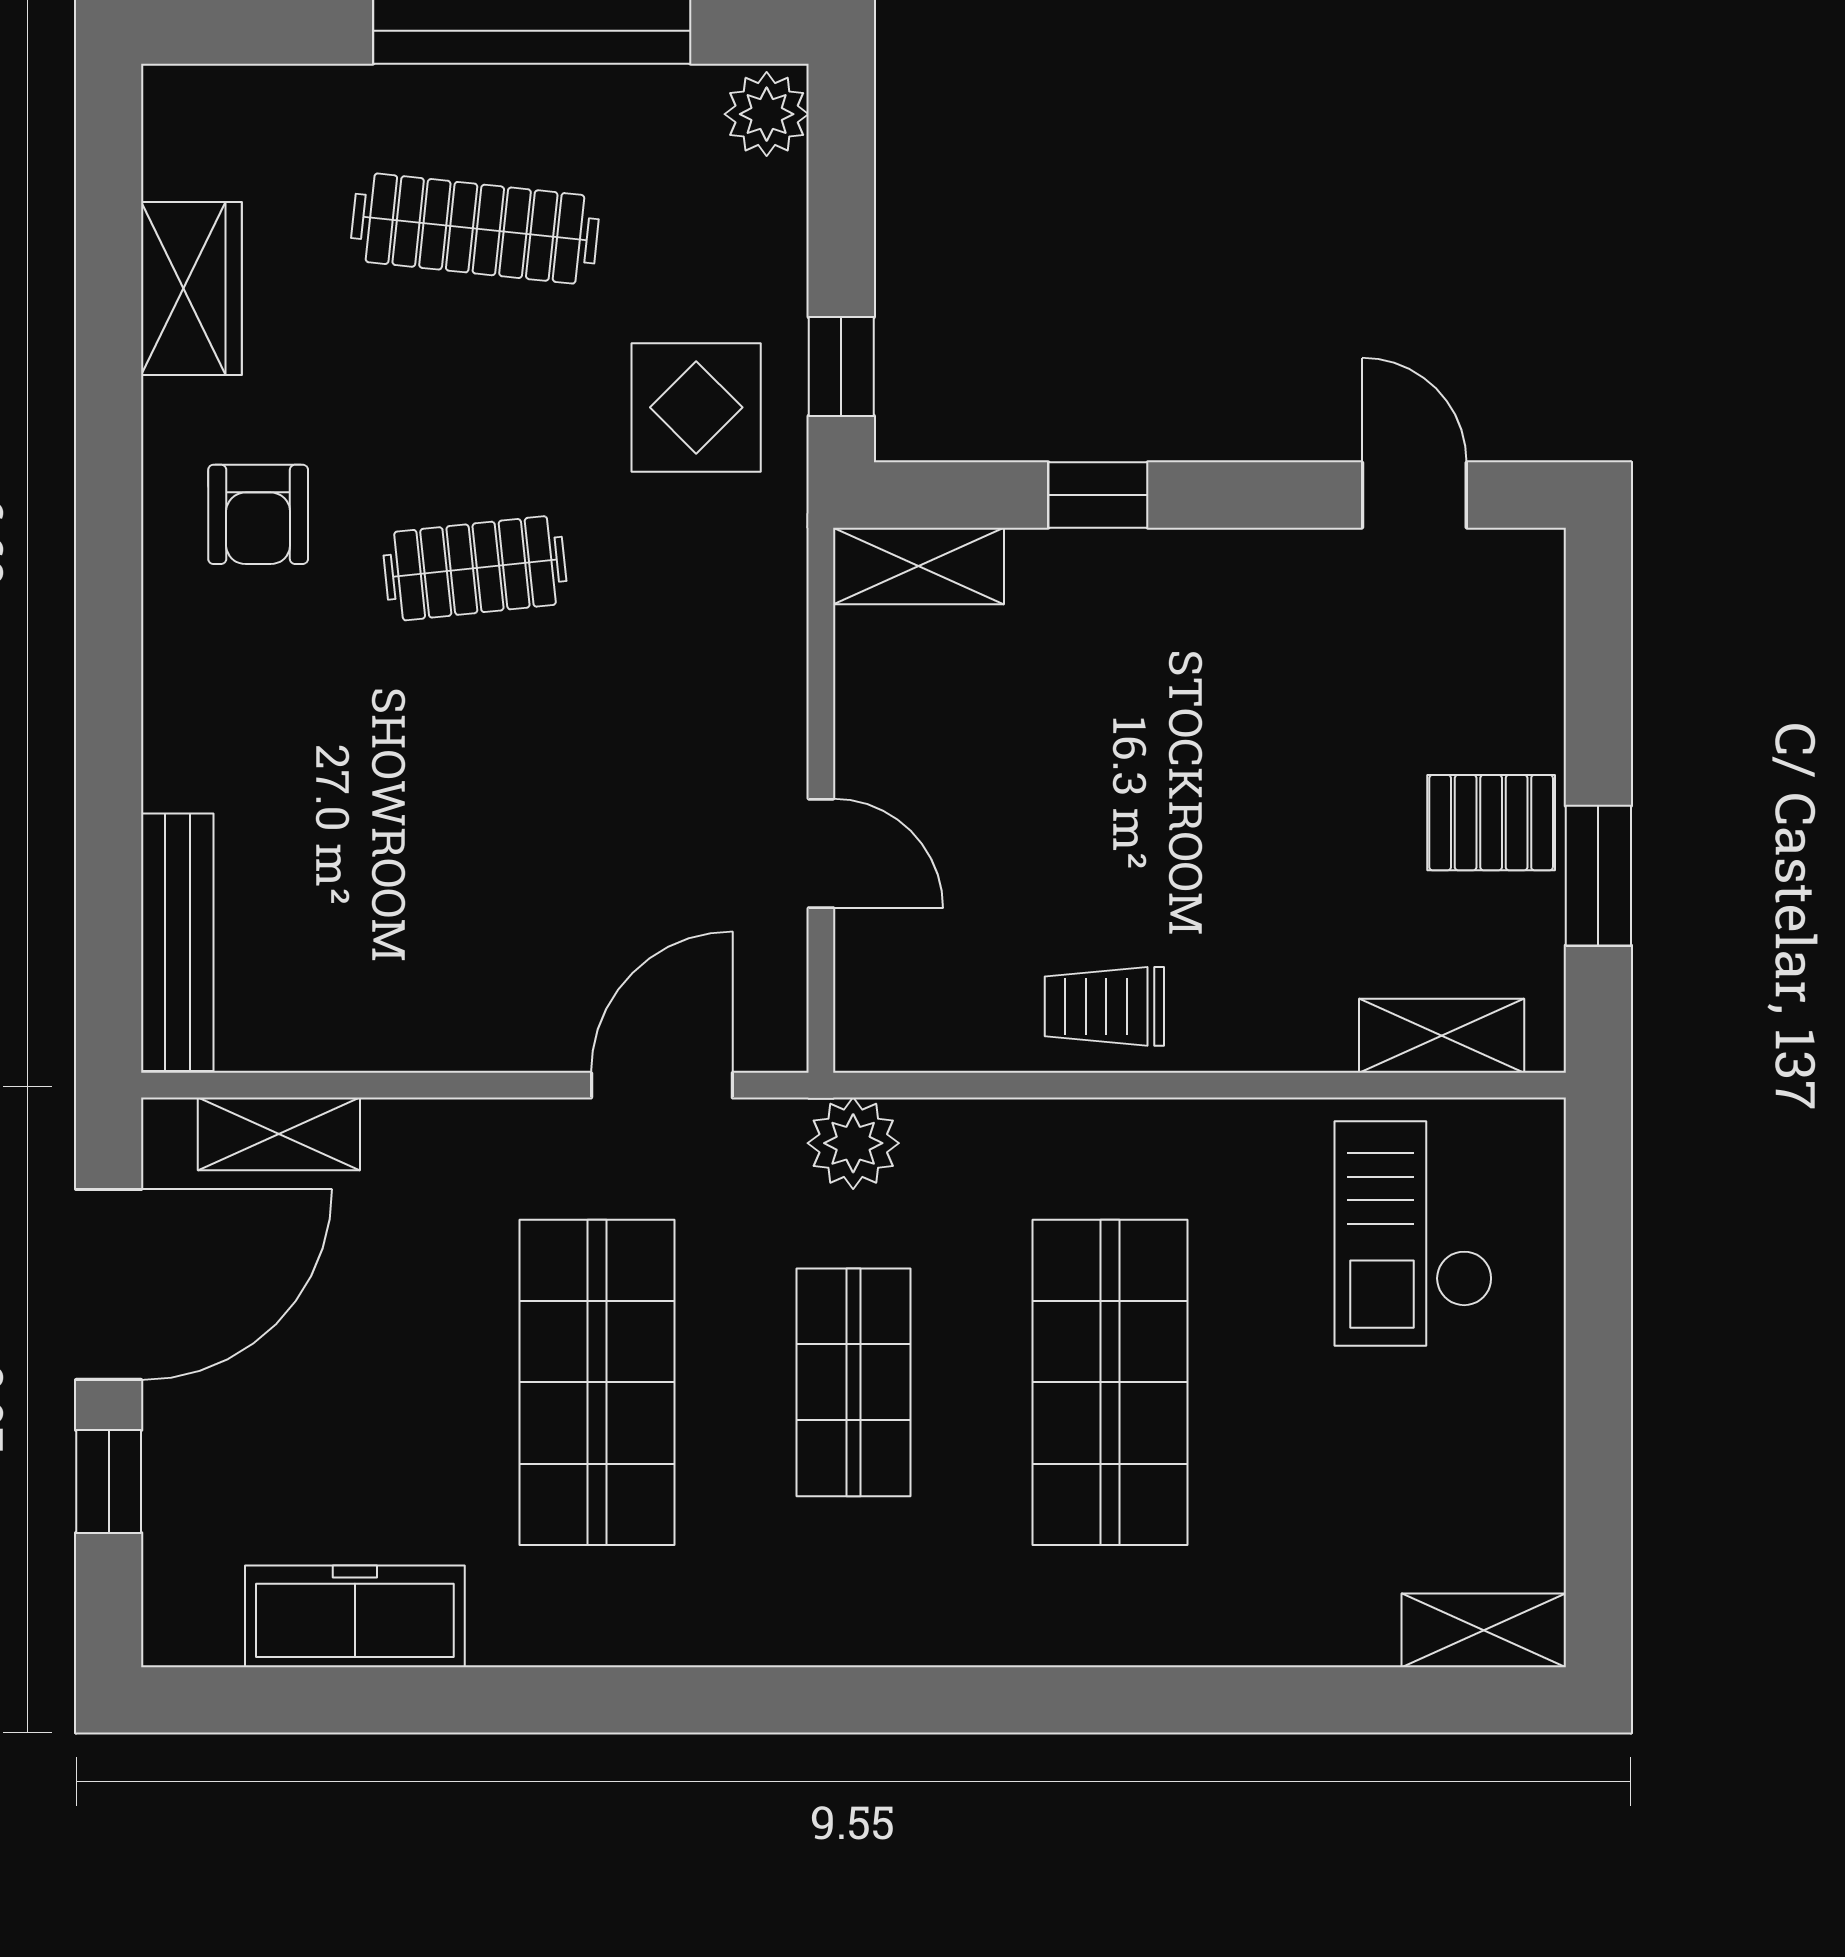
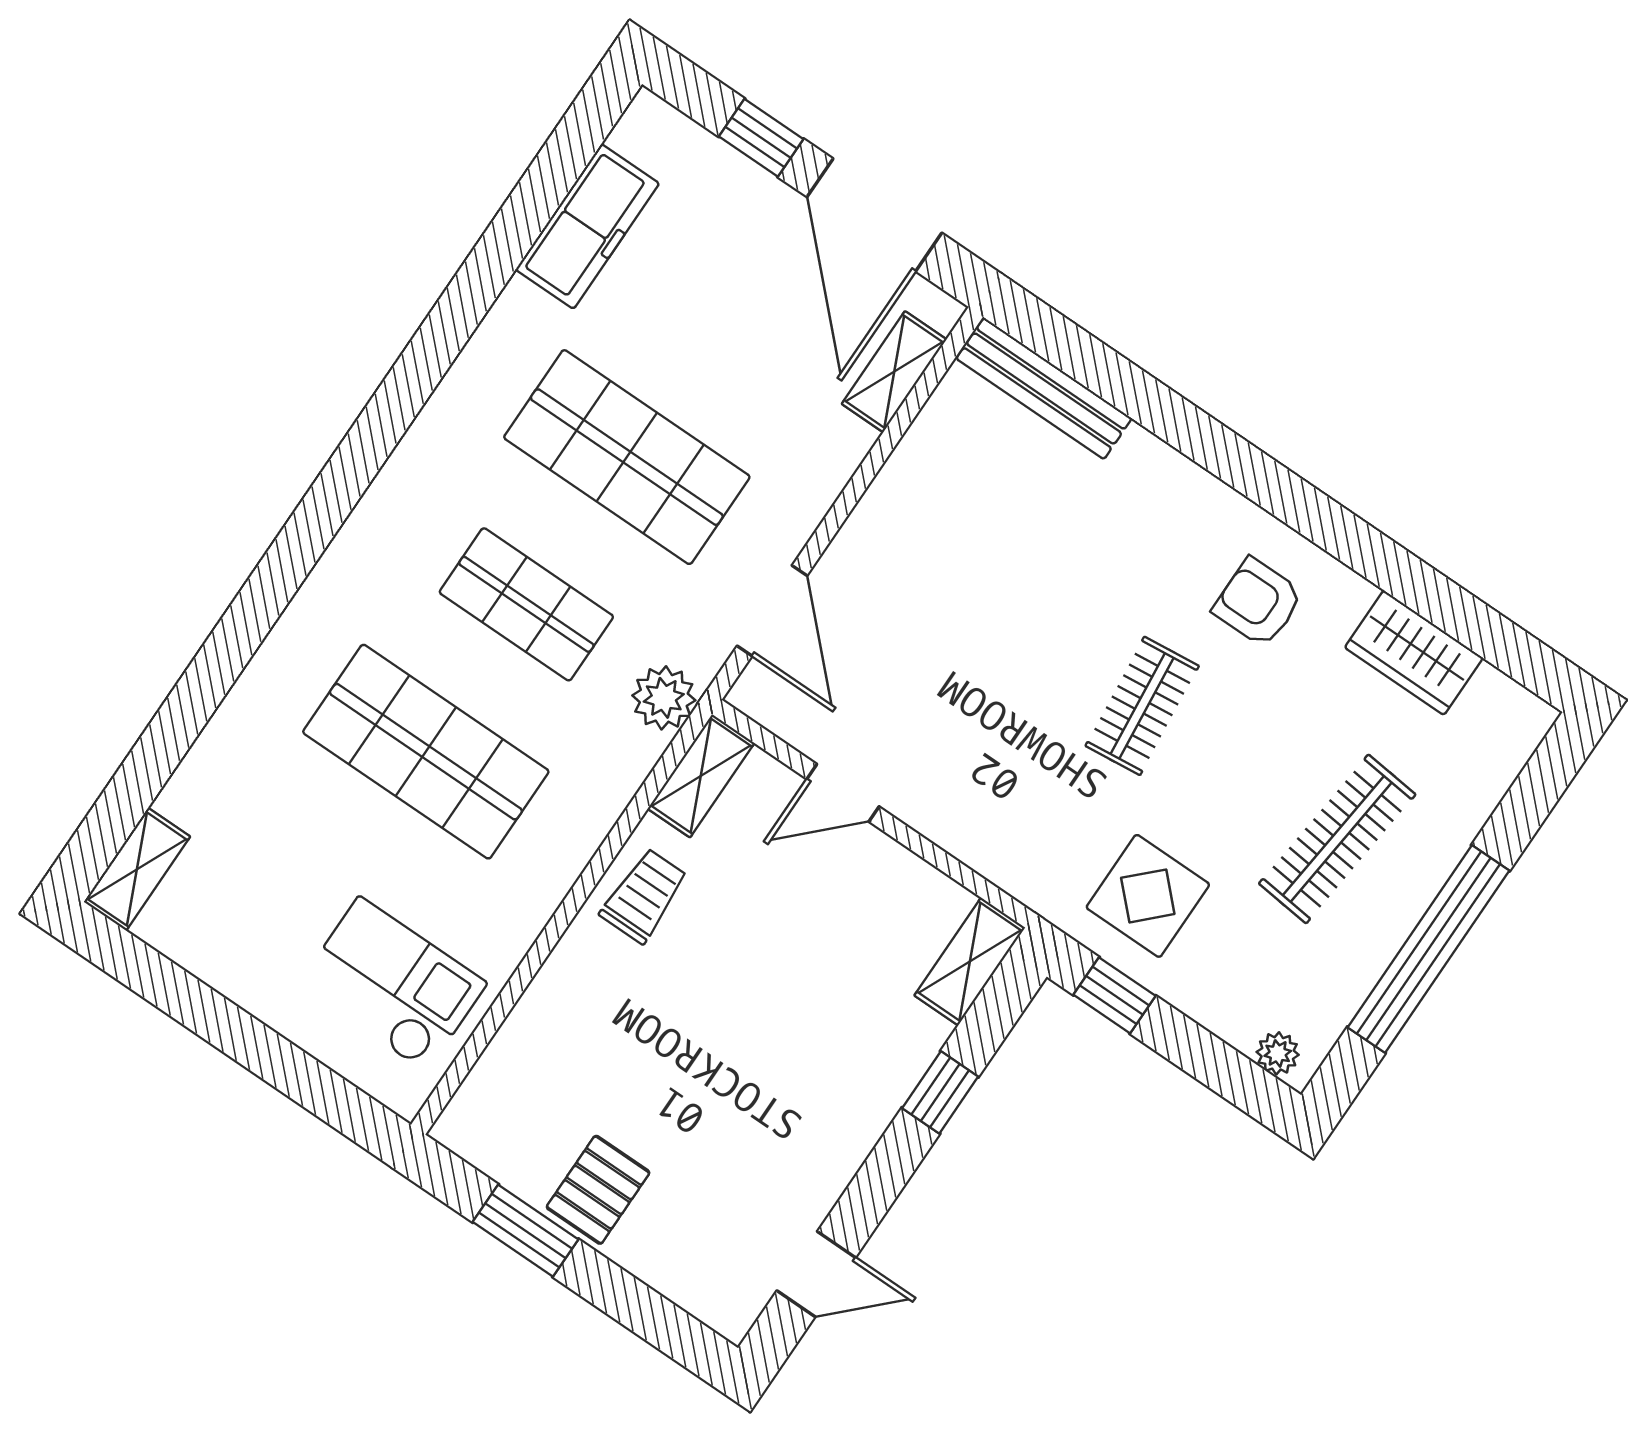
plant: (767, 114) -> (1278, 1053), width x0.73, depth x0.73
shelving: (1442, 1036) -> (701, 776), moved

